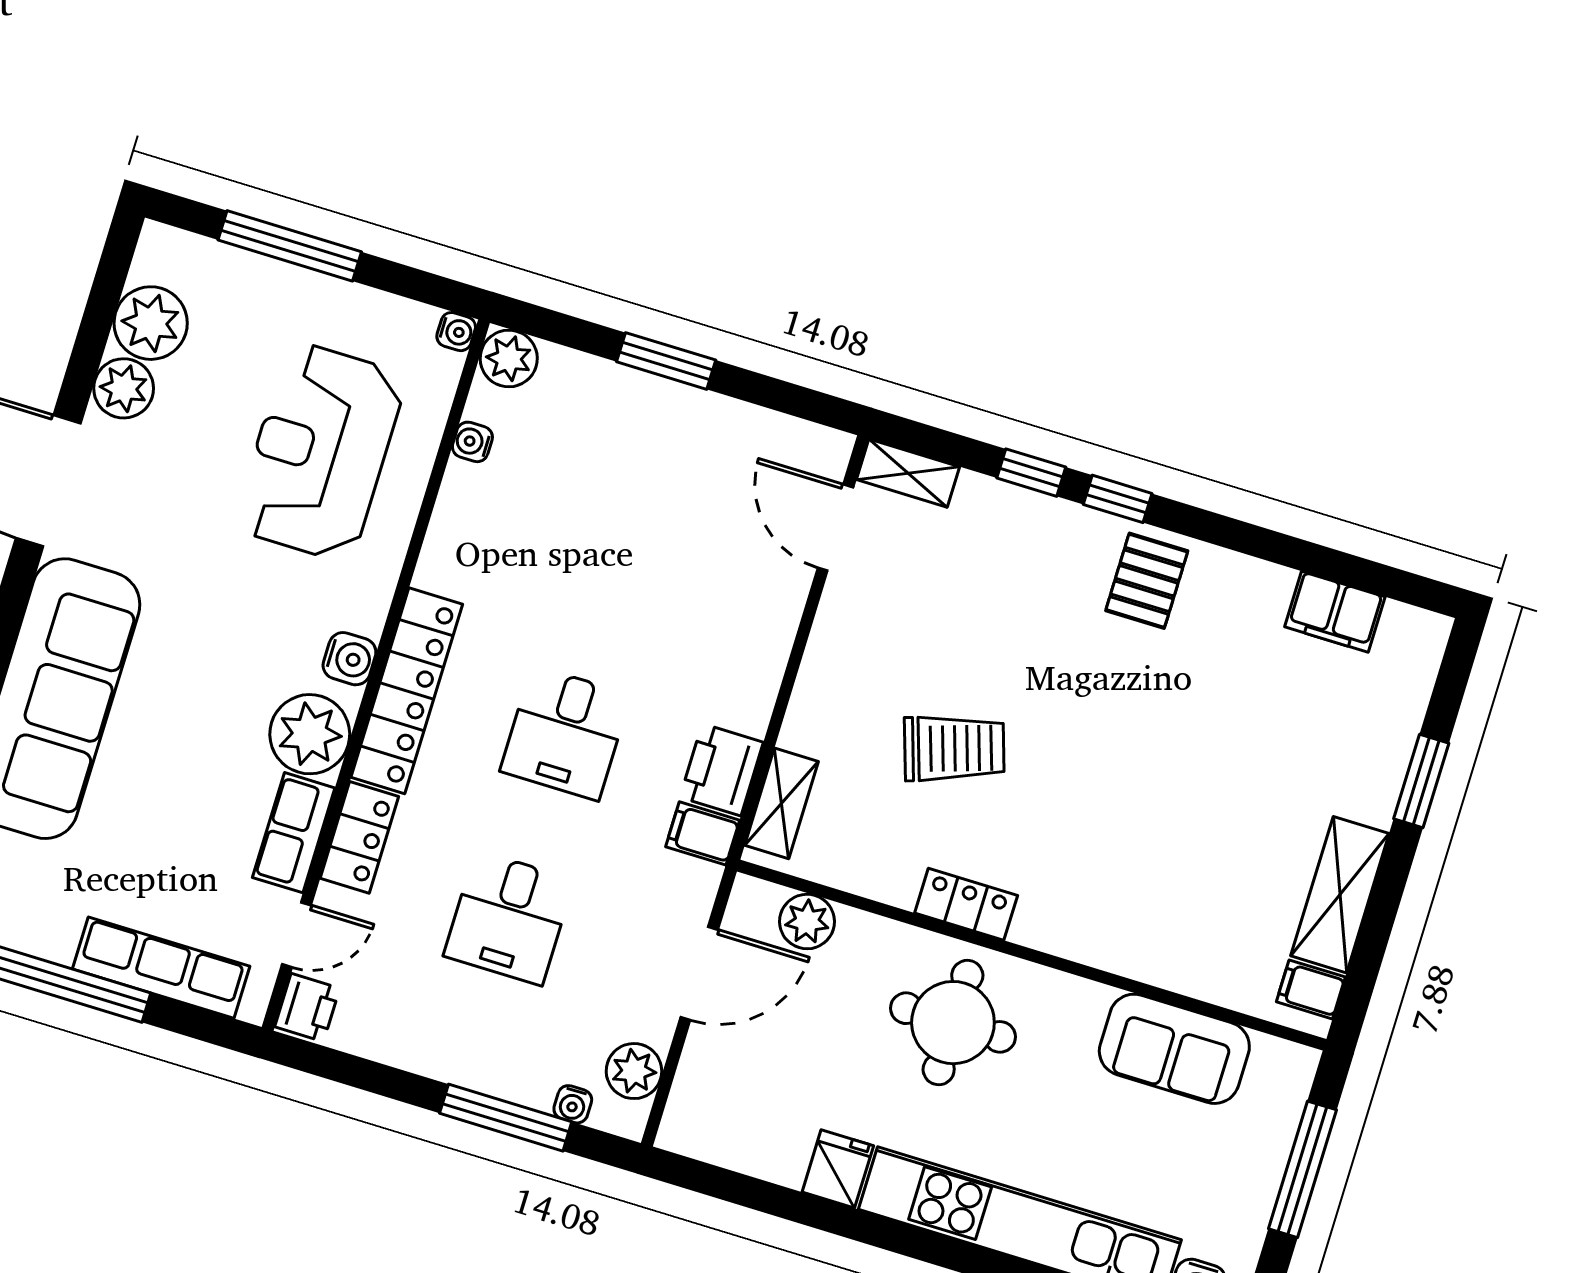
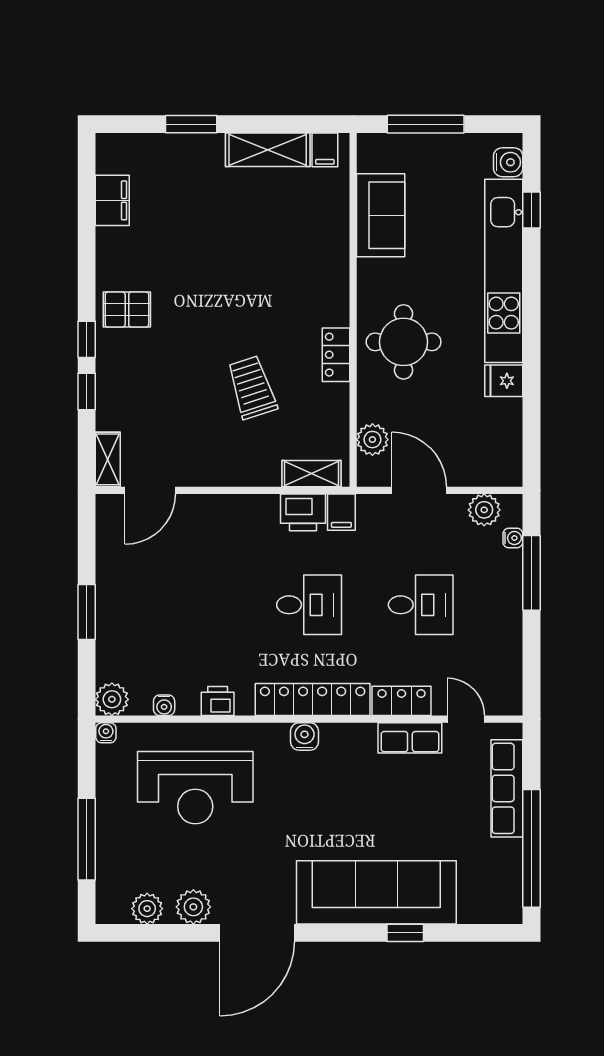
plant: (151, 323) -> (147, 909), width x0.73, depth x0.73
plant: (310, 734) -> (353, 746), removed
printer: (307, 1008) -> (218, 701), moved

